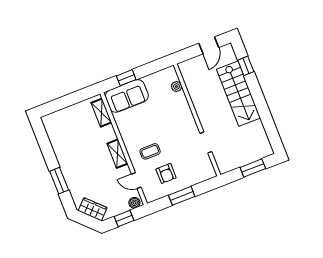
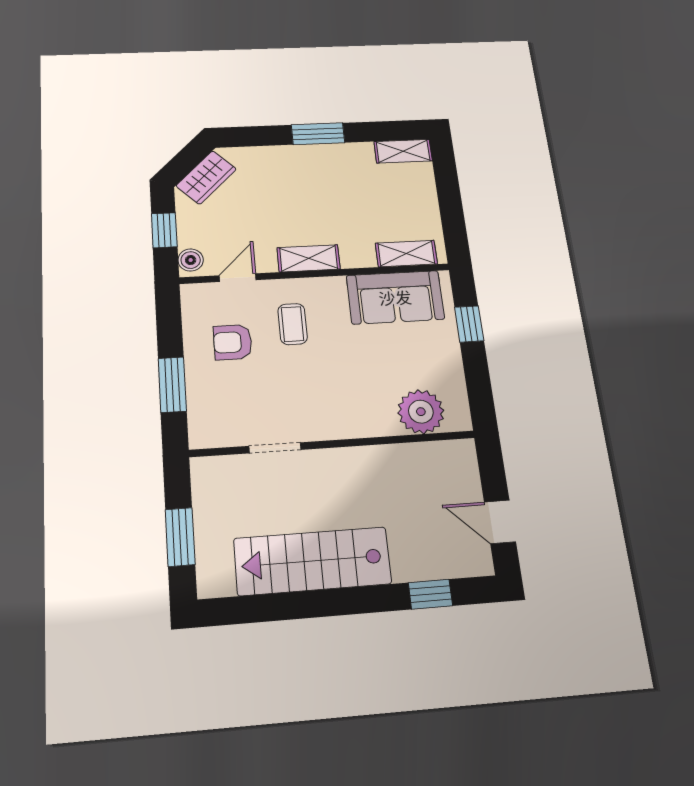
plant: (176, 86) -> (421, 412), width x1.88, depth x1.88
stairs: (238, 94) -> (312, 561), moved
sofa: (127, 96) -> (395, 297), moved, turned -90
shelving: (50, 127) -> (403, 151), added
window: (59, 181) -> (318, 134), moved
window: (182, 196) -> (172, 385), moved

